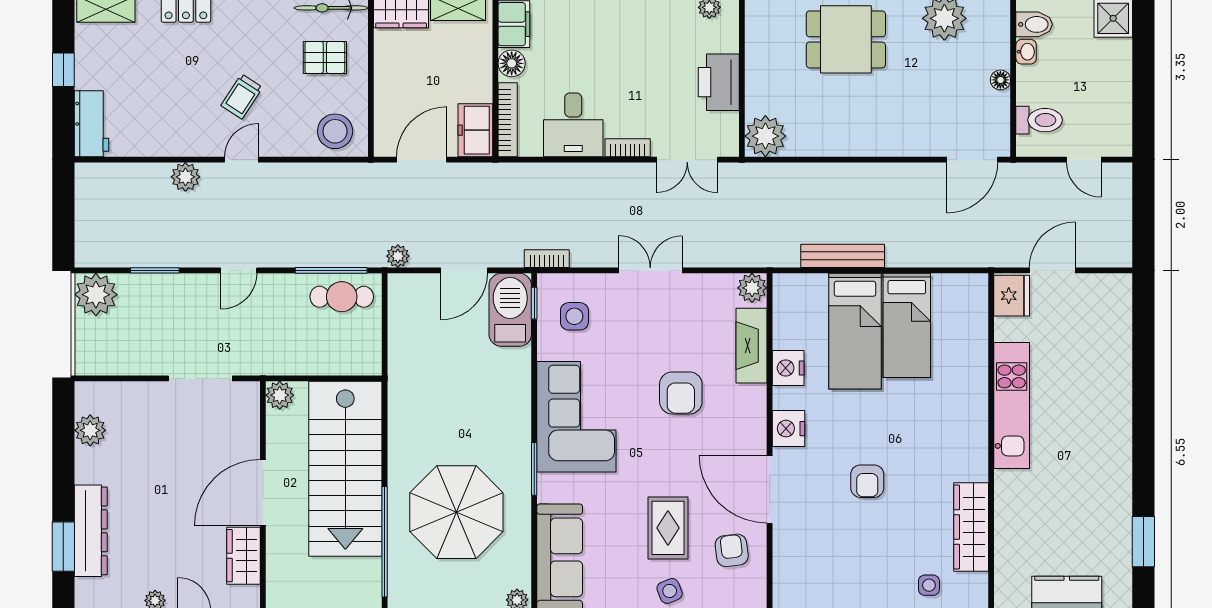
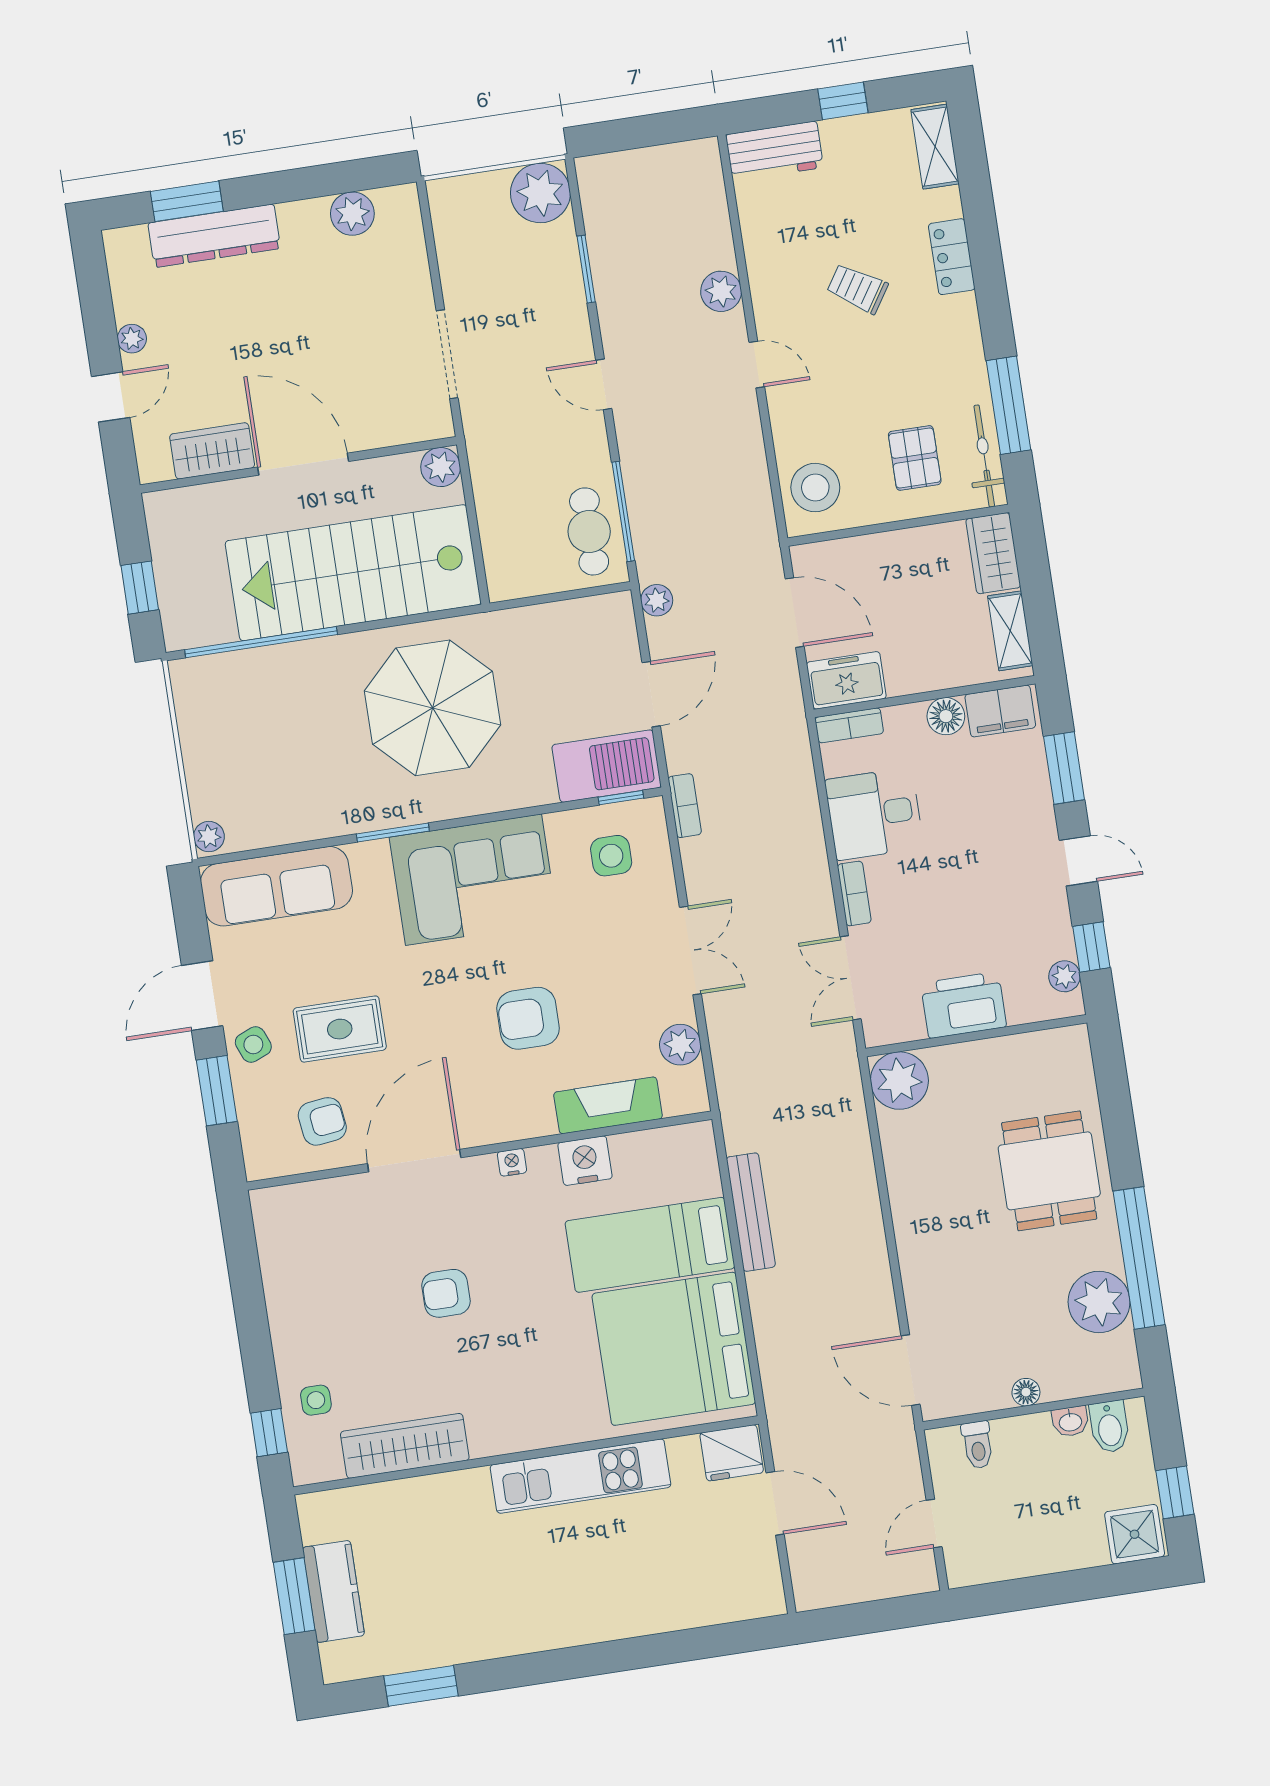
trolley: (242, 97) -> (857, 288), moved
bookcase: (508, 120) -> (849, 725), width x0.64
toilet: (1039, 120) -> (978, 1445), width x0.73, depth x0.72
door: (464, 270) -> (651, 694), swing flipped
plant: (752, 288) -> (680, 1045), moved
bed: (907, 325) -> (674, 1349), width x2.04
nightstand: (789, 429) -> (512, 1162), width x0.53, depth x0.56
parasol: (456, 512) -> (432, 708), moved

